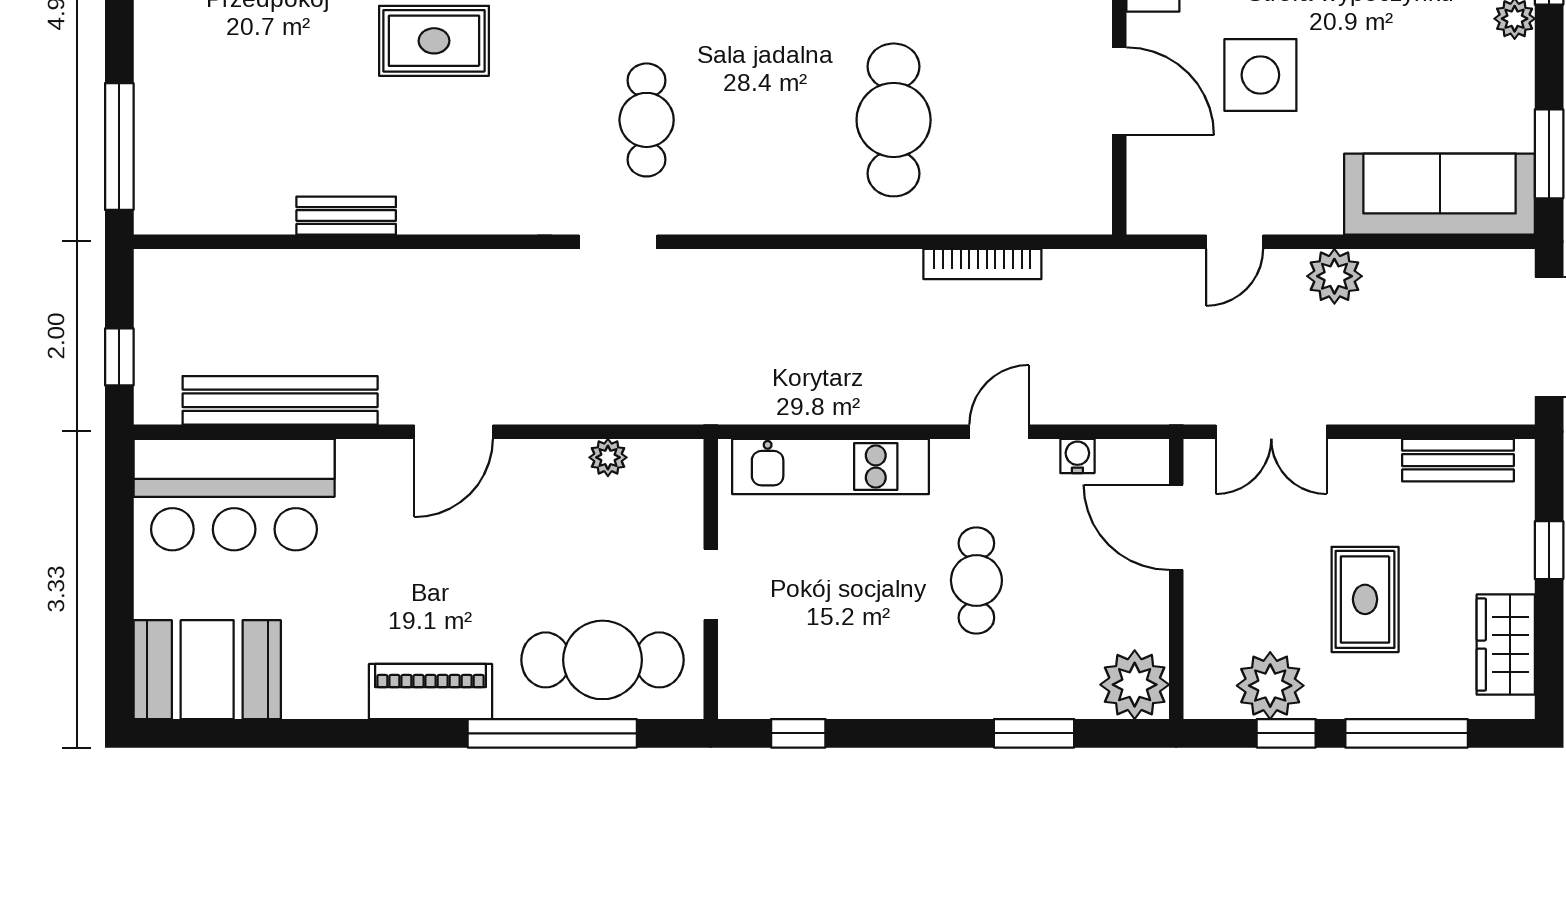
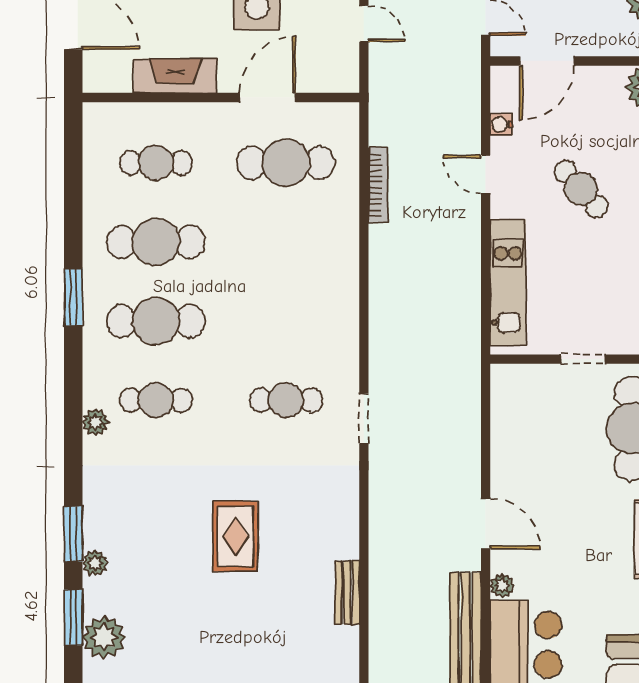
cafe table: (894, 120) -> (286, 163), moved
plant: (608, 457) -> (502, 586), moved
cafe table: (976, 580) -> (581, 189), turned 48

